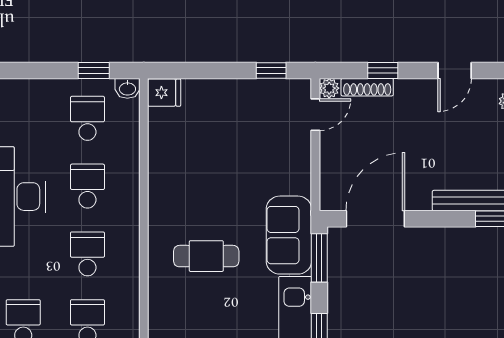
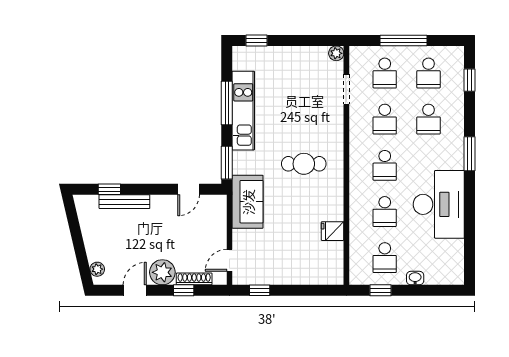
washbasin: (127, 88) -> (415, 278), moved
plant: (329, 88) -> (162, 272), moved, width x1.88, depth x1.88
fridge: (164, 93) -> (333, 231), moved
door: (375, 219) -> (189, 189), width x0.53
sofa: (289, 235) -> (248, 202), moved

